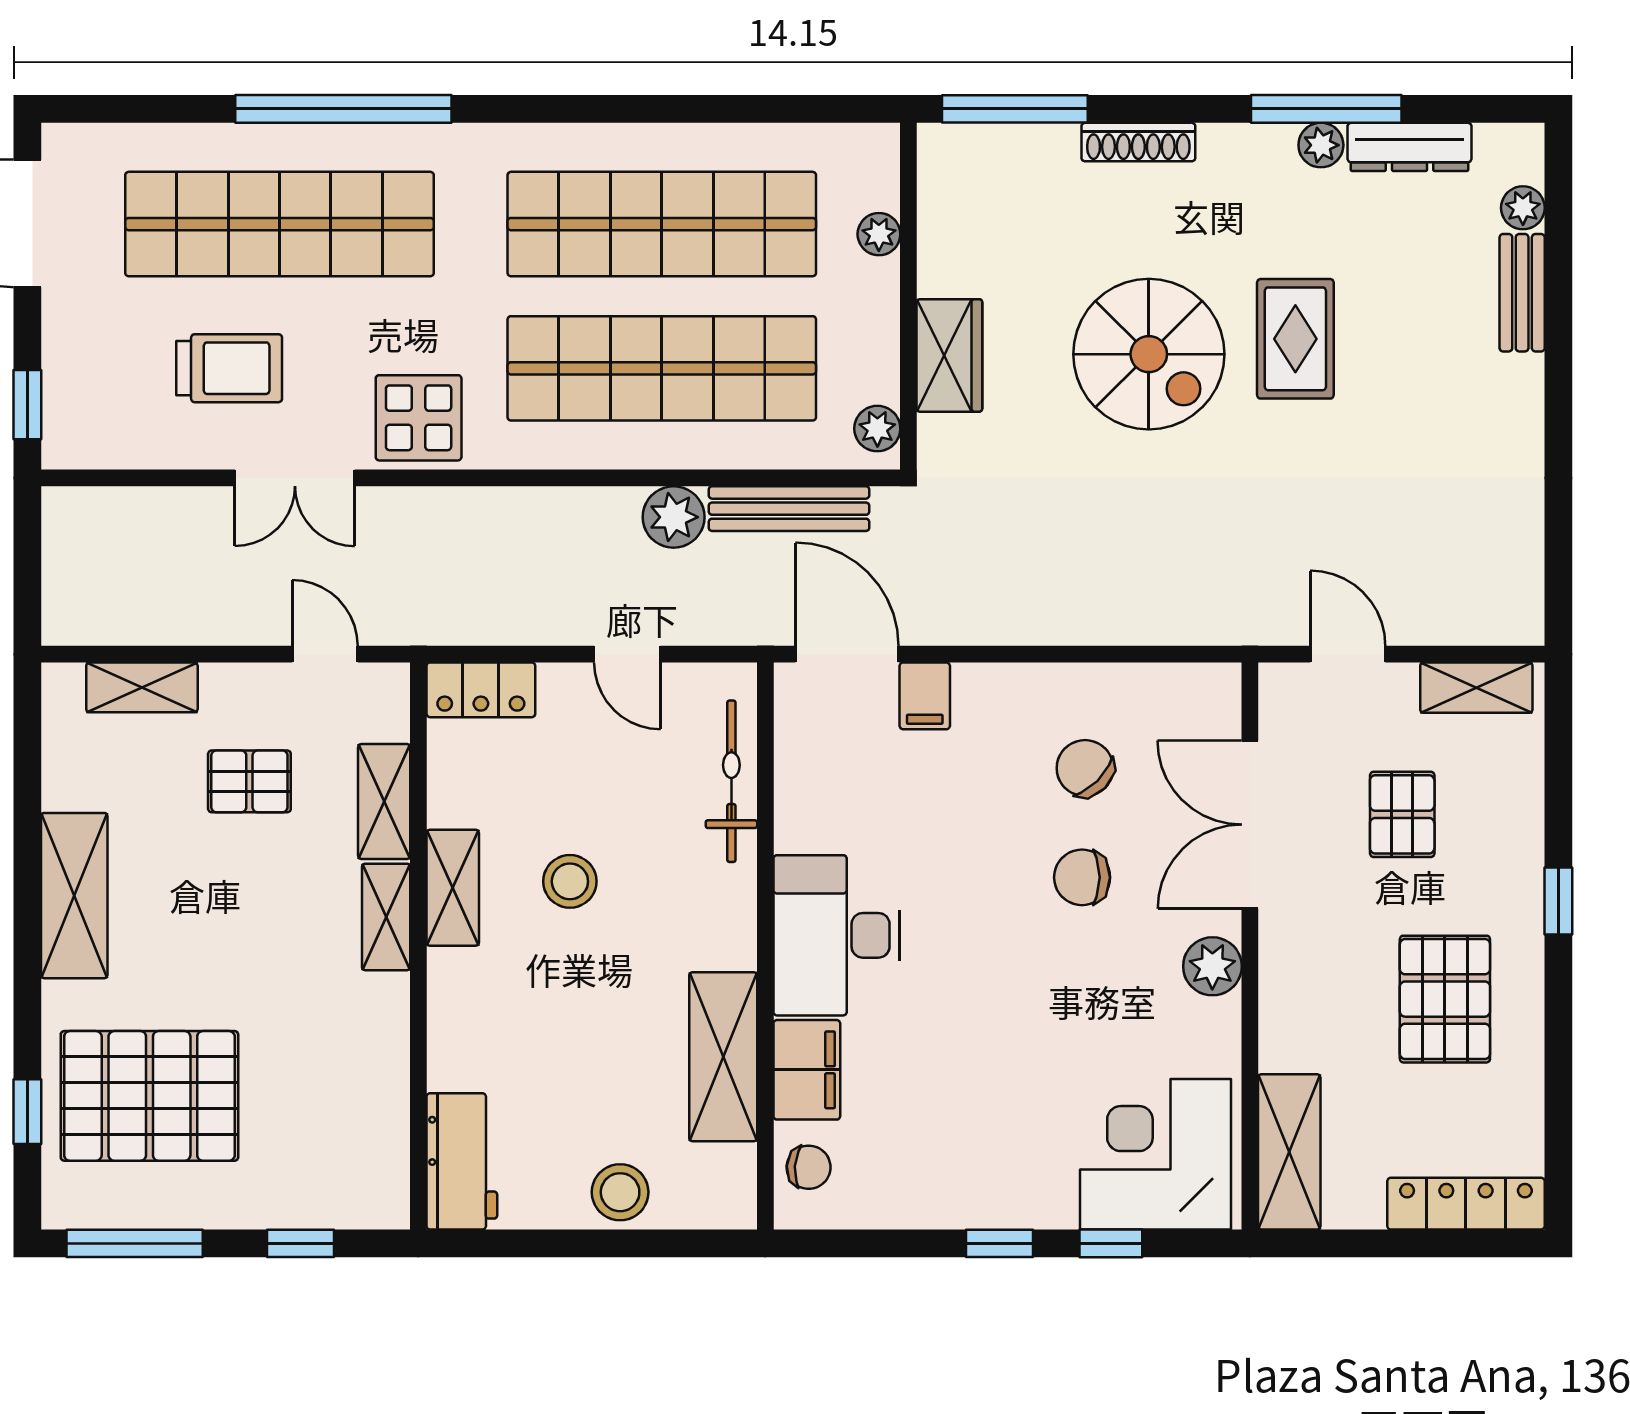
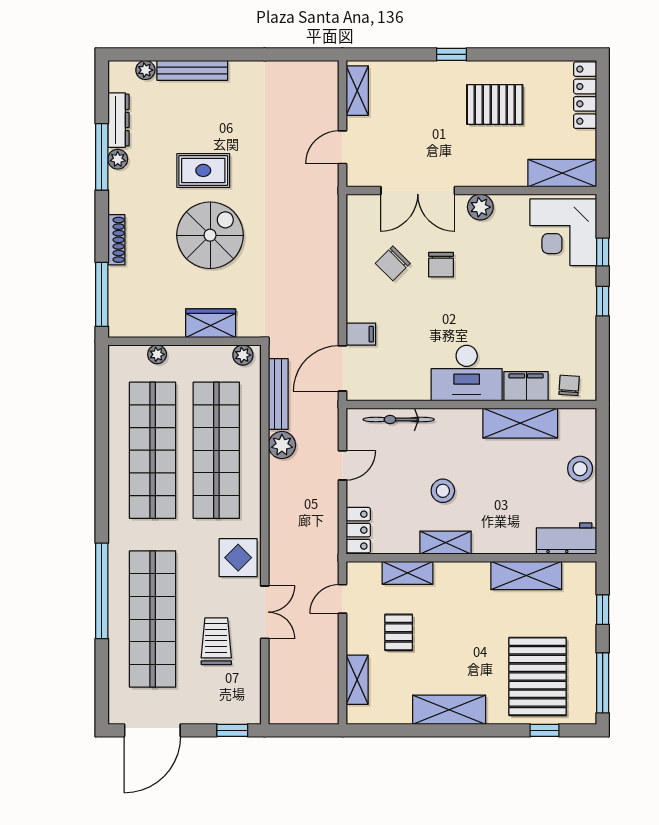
bench: (1522, 293) -> (192, 70), width x1.36
pallet: (1402, 814) -> (413, 123), removed
shelving: (386, 917) -> (526, 576), moved, width x1.50, depth x1.33

